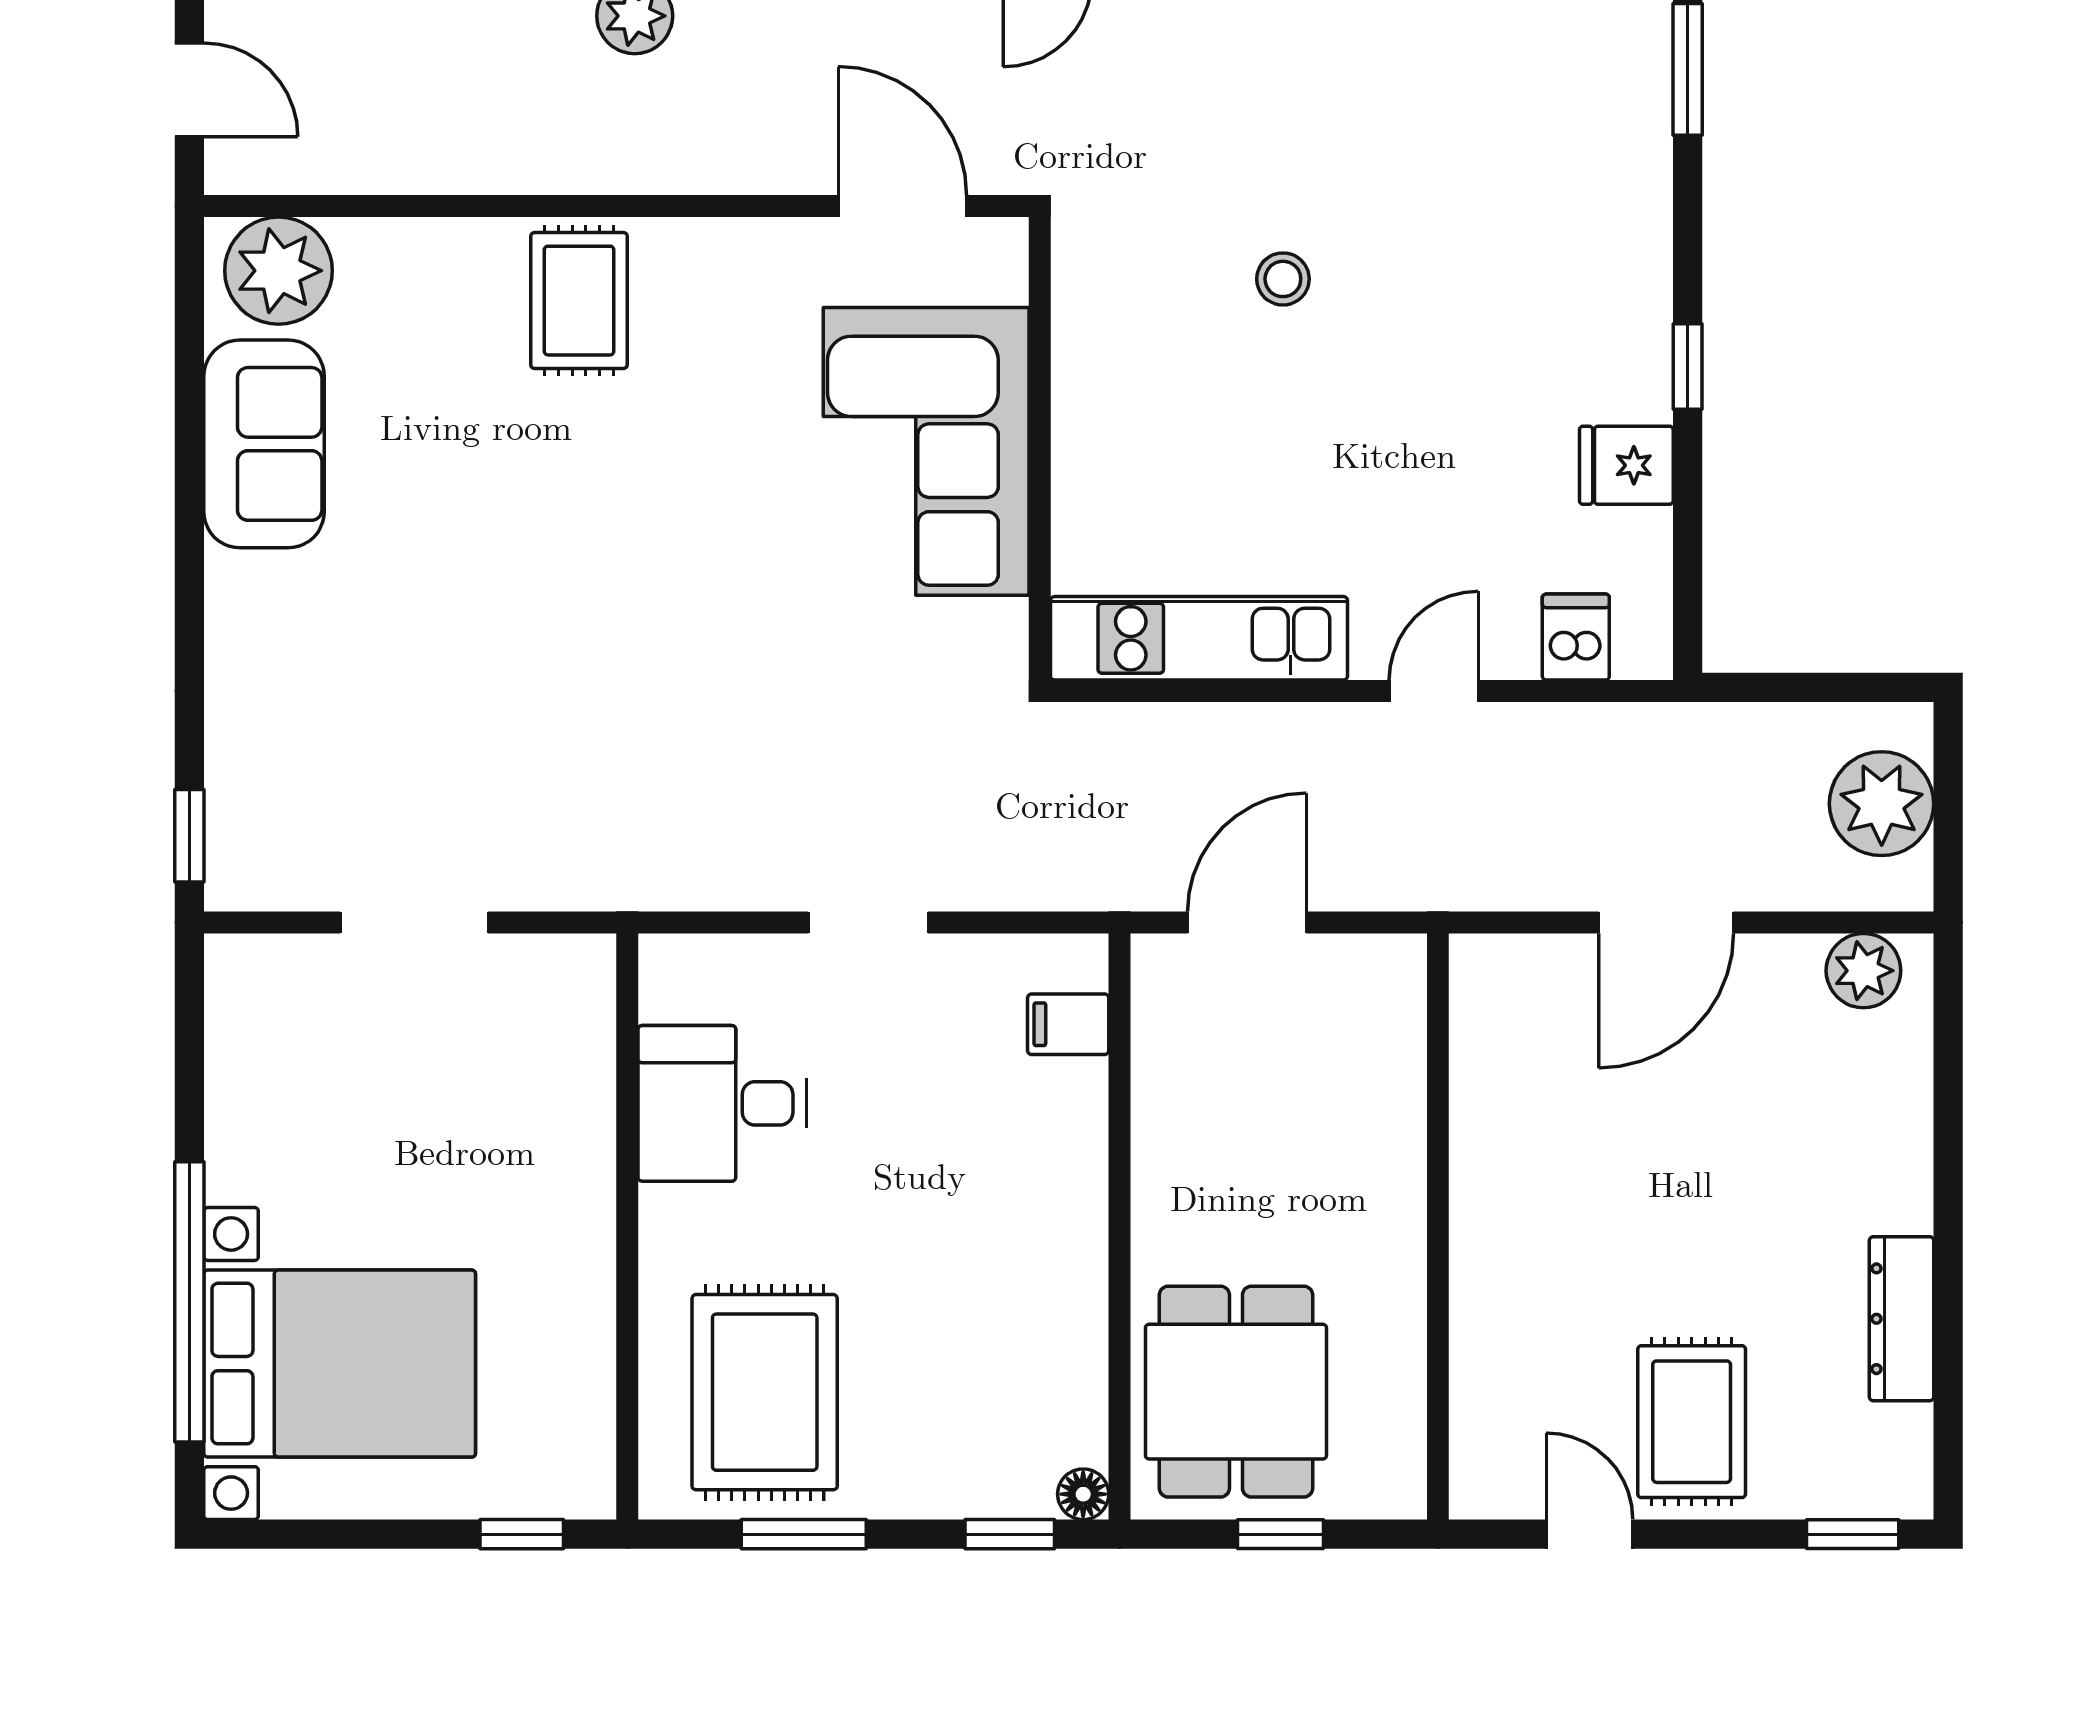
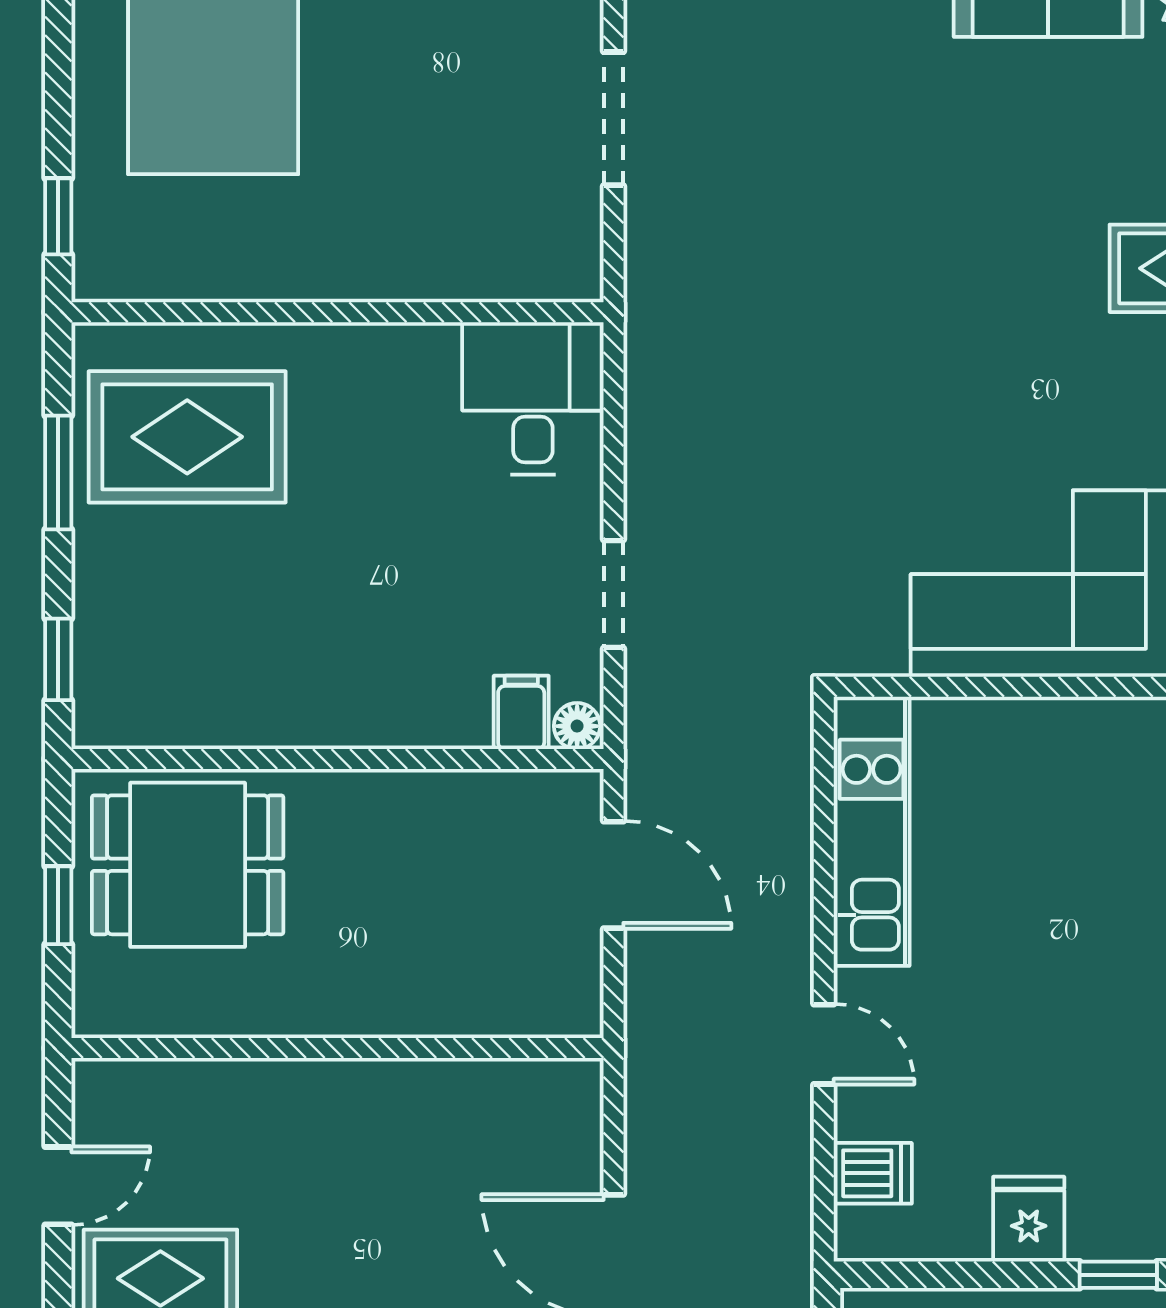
doorway: (868, 923) -> (614, 594), moved
desk: (722, 1103) -> (533, 398), moved
floor lamp: (1083, 1494) -> (577, 726), moved

